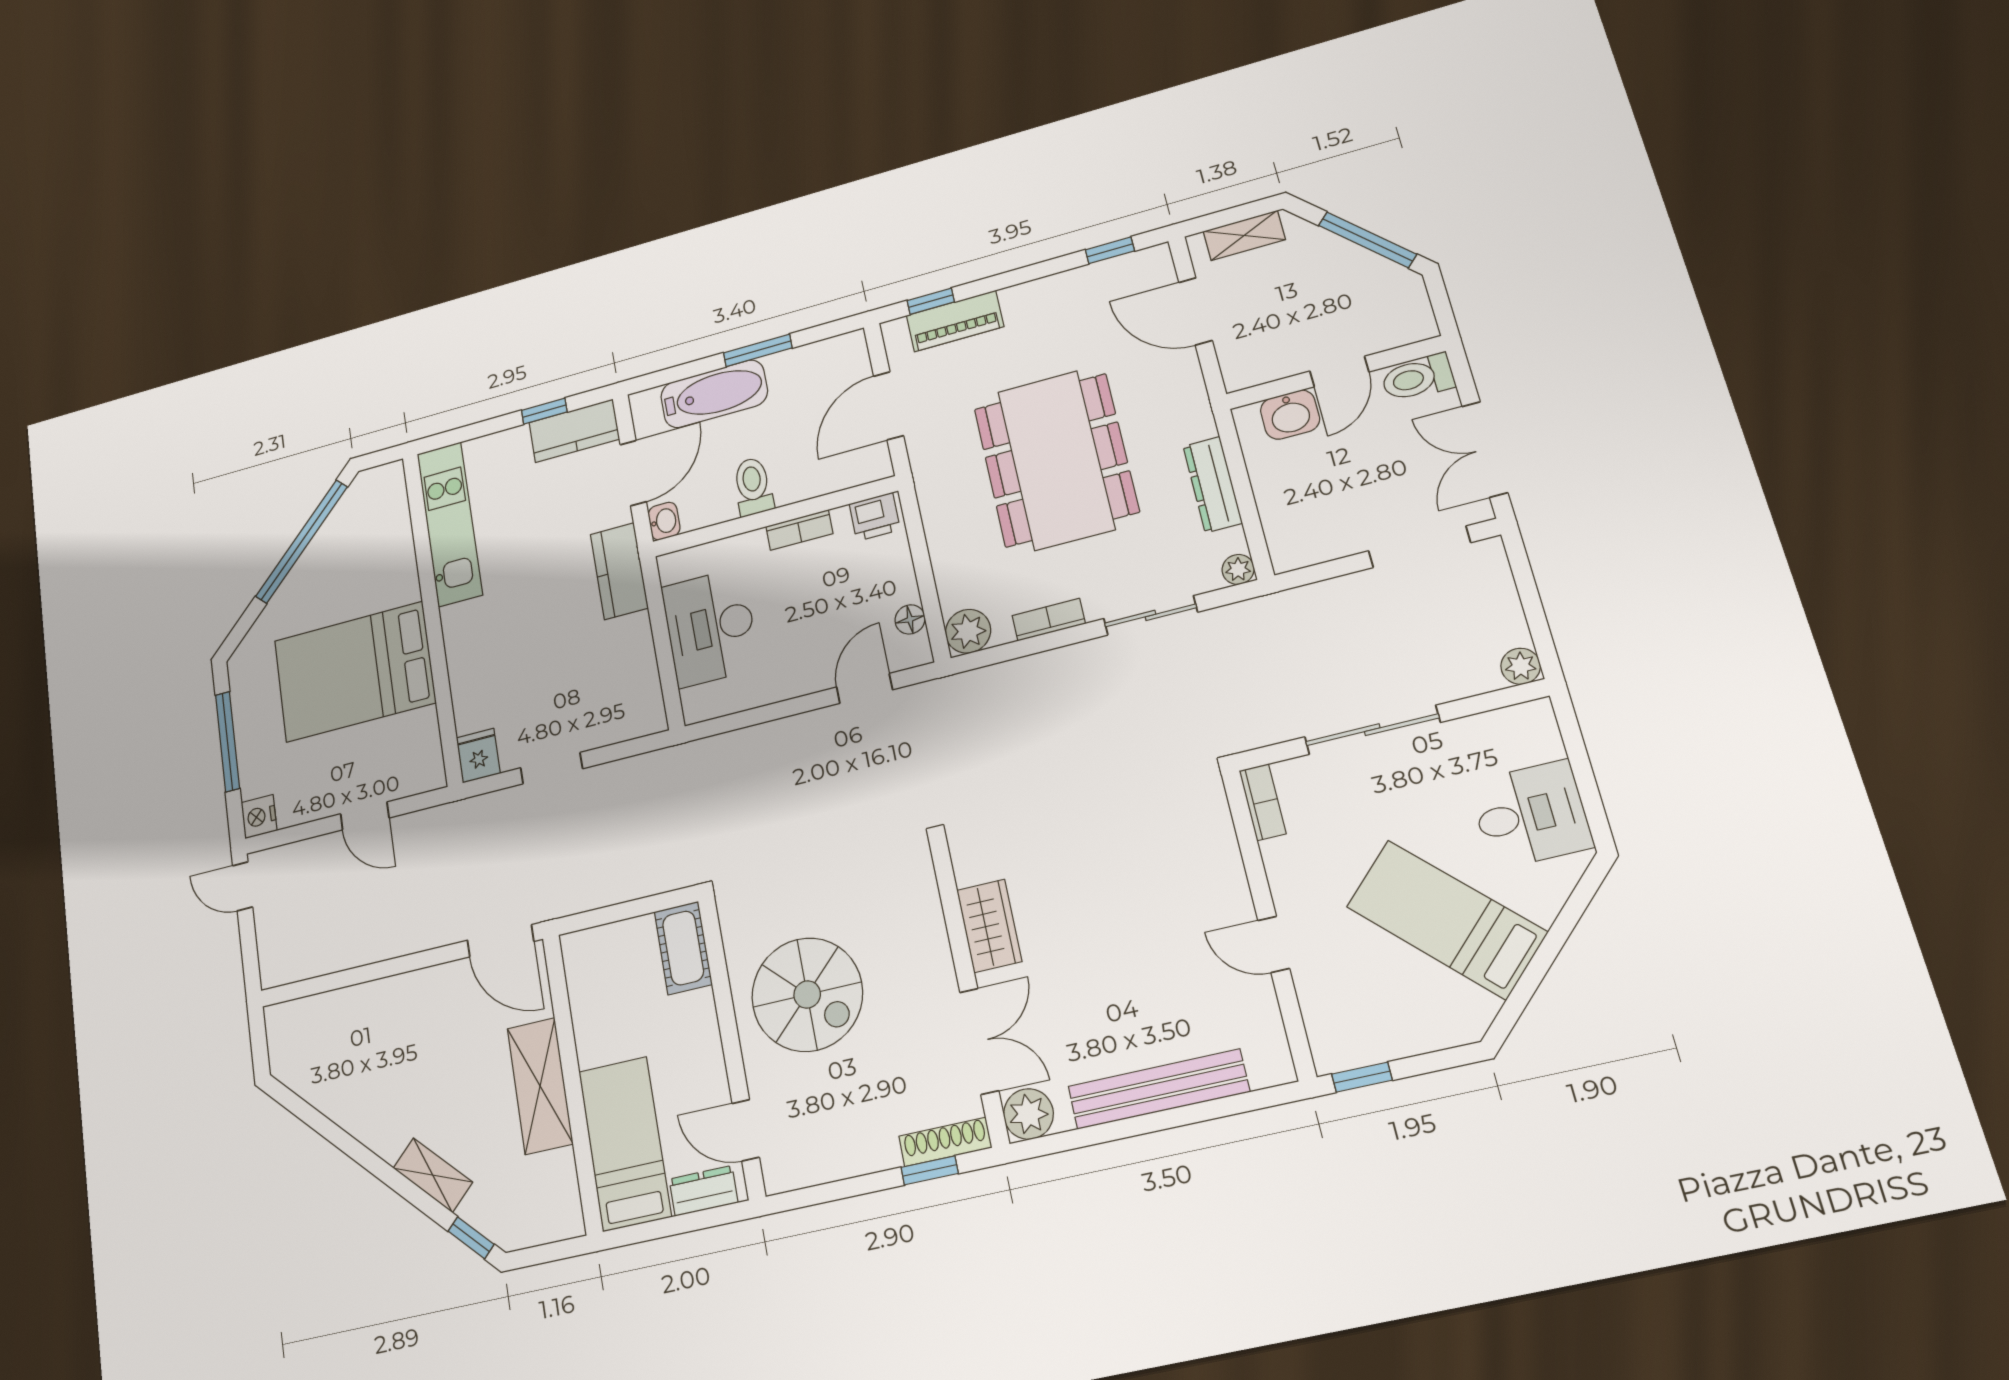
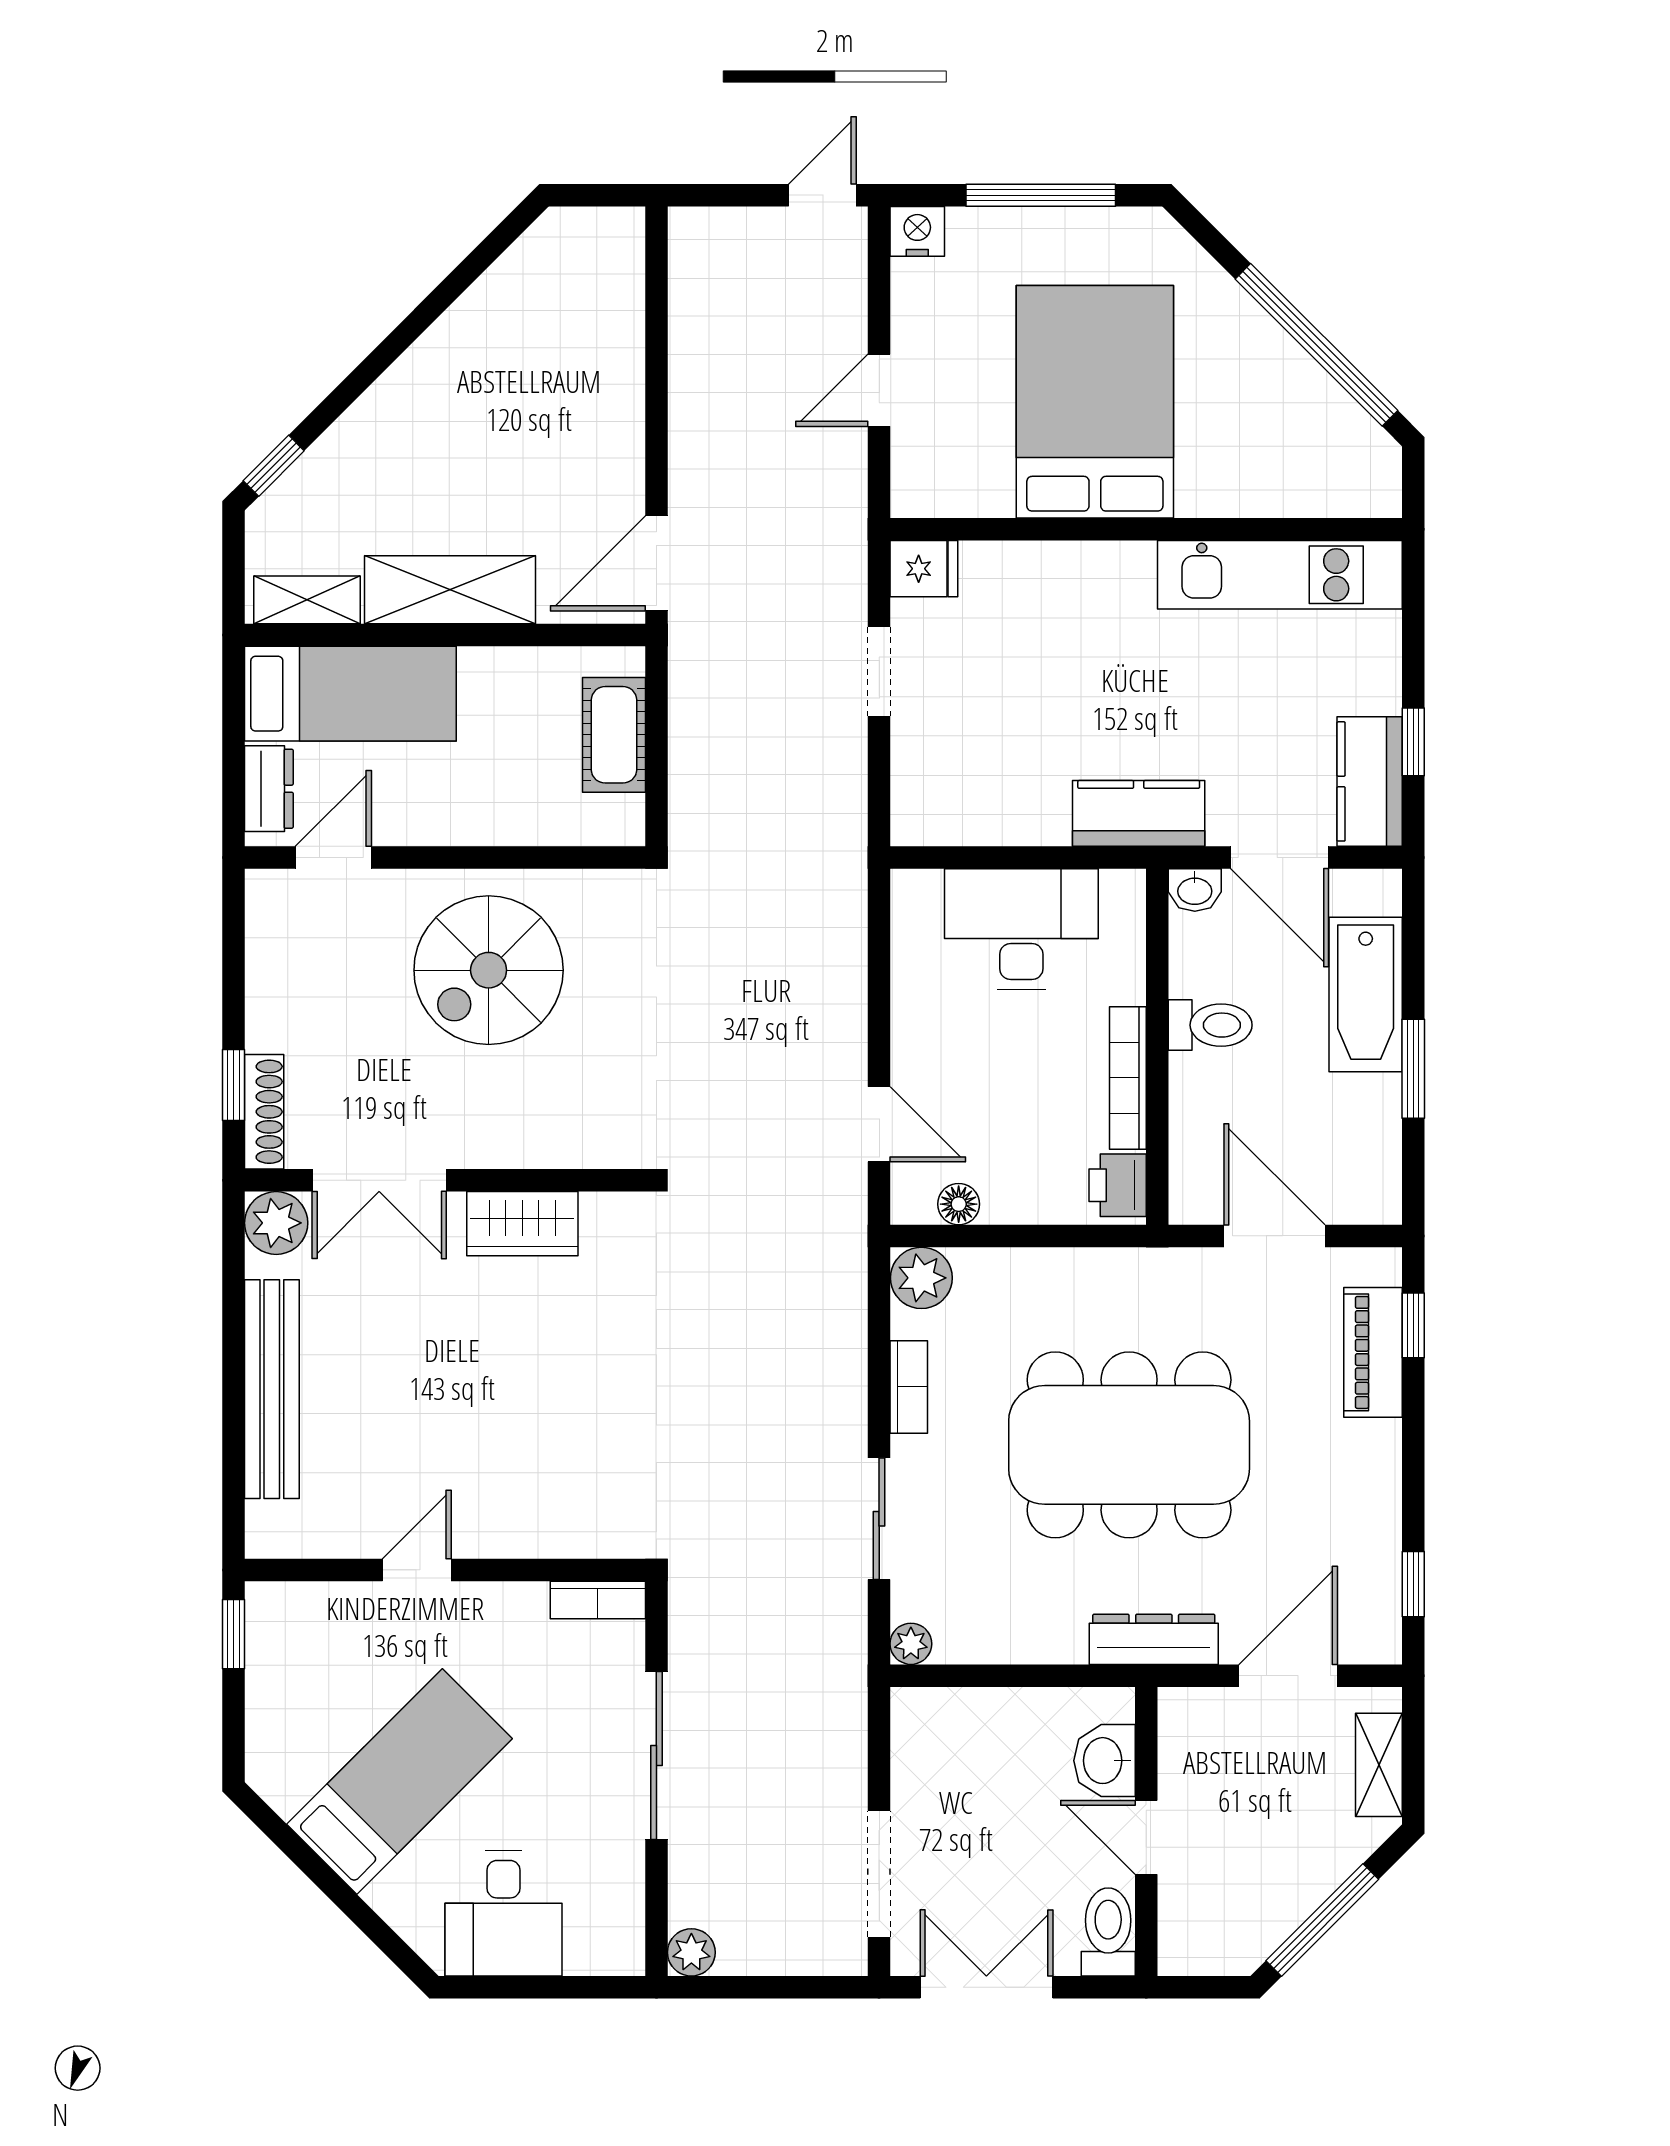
dresser: (1213, 485) -> (1154, 1639), moved
bookcase: (799, 530) -> (1128, 1078), width x1.56
cot: (683, 948) -> (614, 735), moved, turned 90
shelving: (433, 1175) -> (307, 600), moved, turned 45

